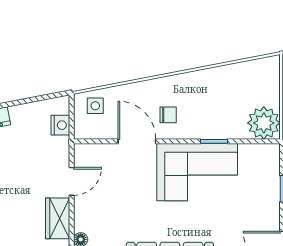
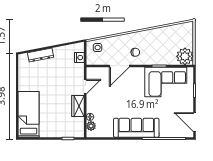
door: (137, 141) -> (119, 66), swing flipped
corner sofa: (197, 172) -> (166, 82), moved

